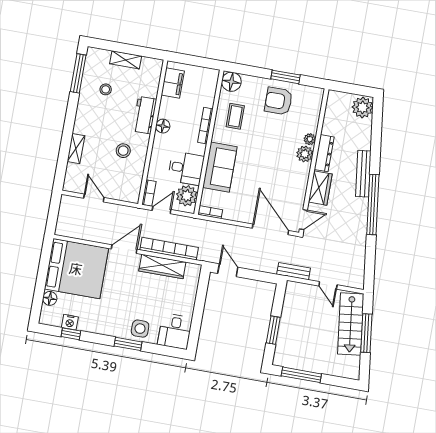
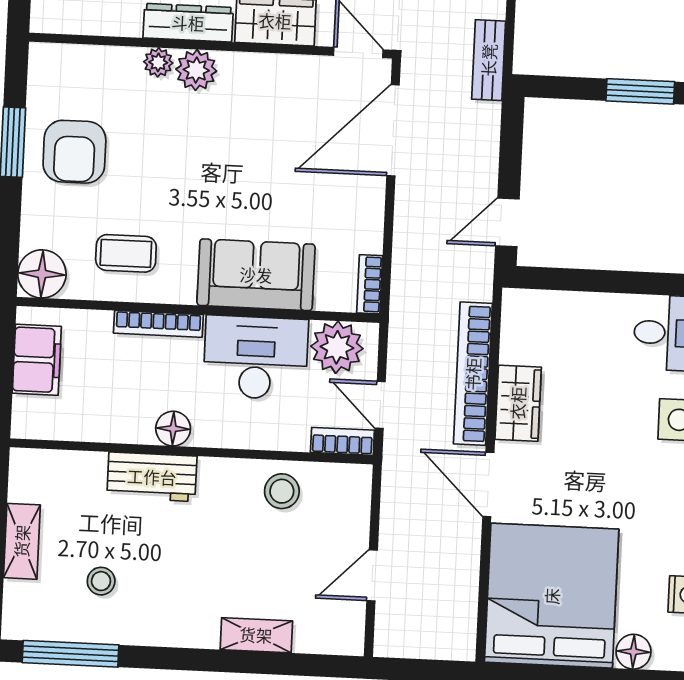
filing cabinet: (173, 83) -> (37, 360), moved, turned 90
stool: (123, 151) -> (282, 491), moved
desk: (186, 168) -> (256, 357), width x1.37
wardrobe: (162, 267) -> (518, 403), width x0.67

